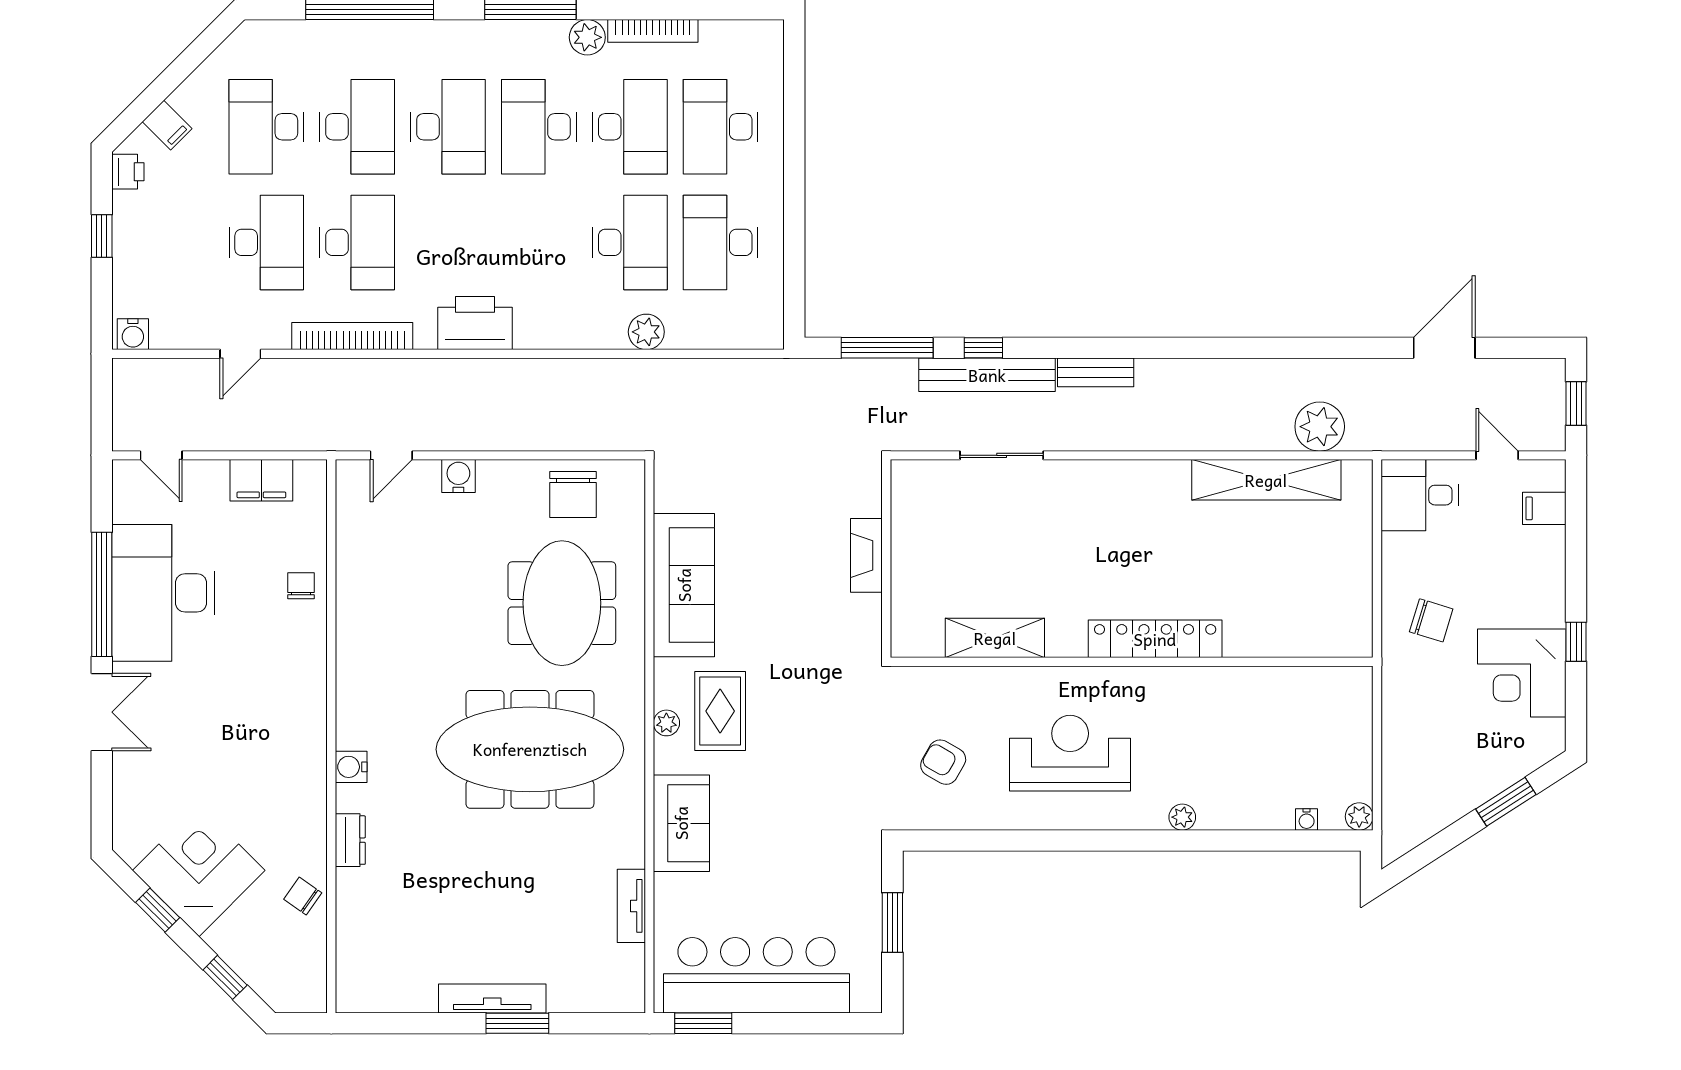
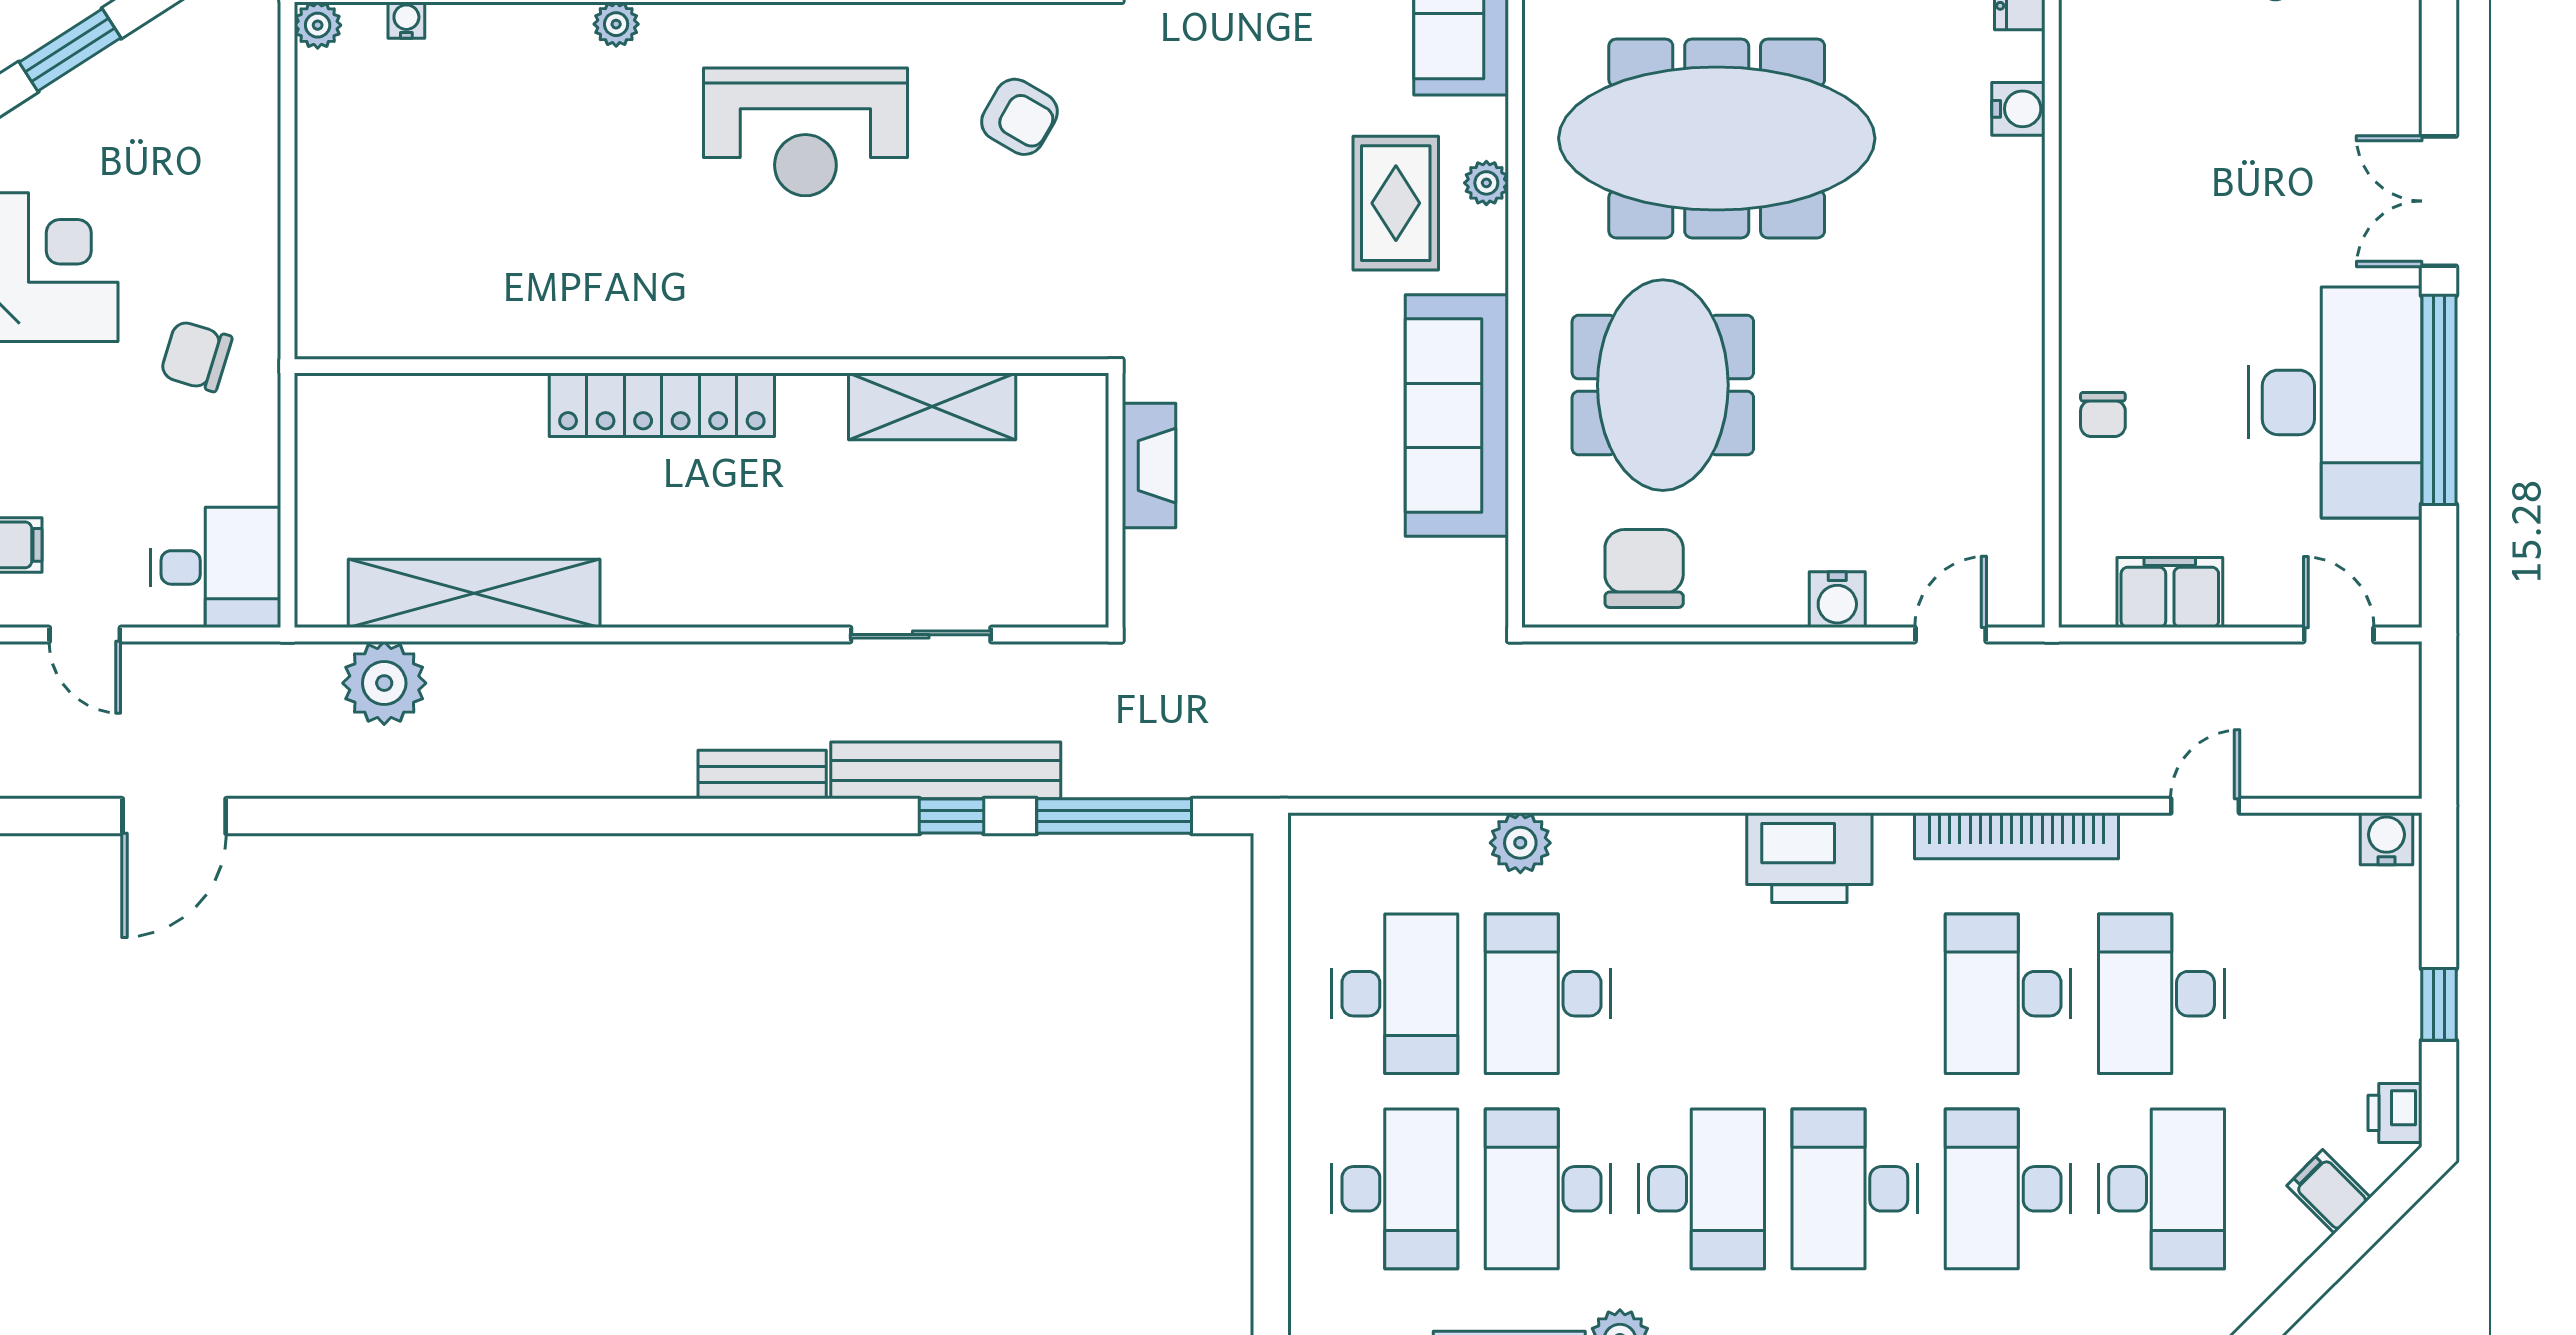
shelving: (995, 638) -> (932, 406), moved
locker: (1155, 639) -> (662, 405), moved
wall: (1132, 662) -> (701, 366), moved

